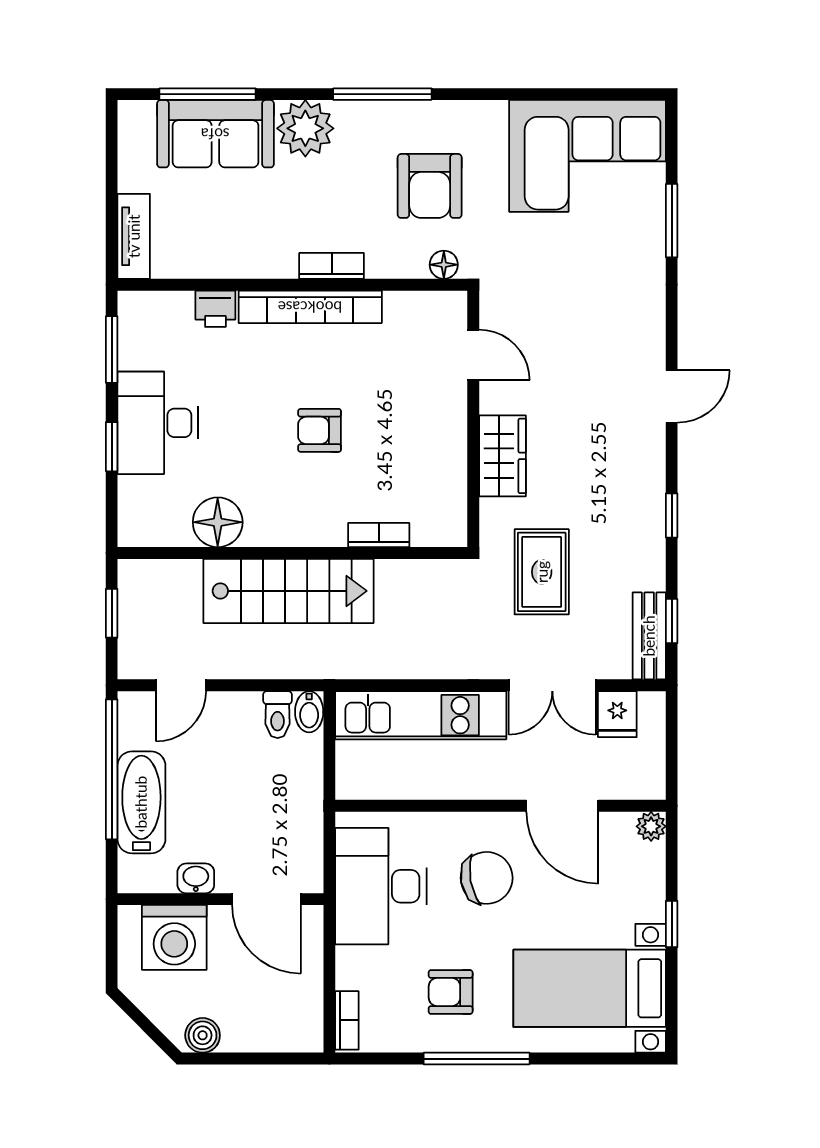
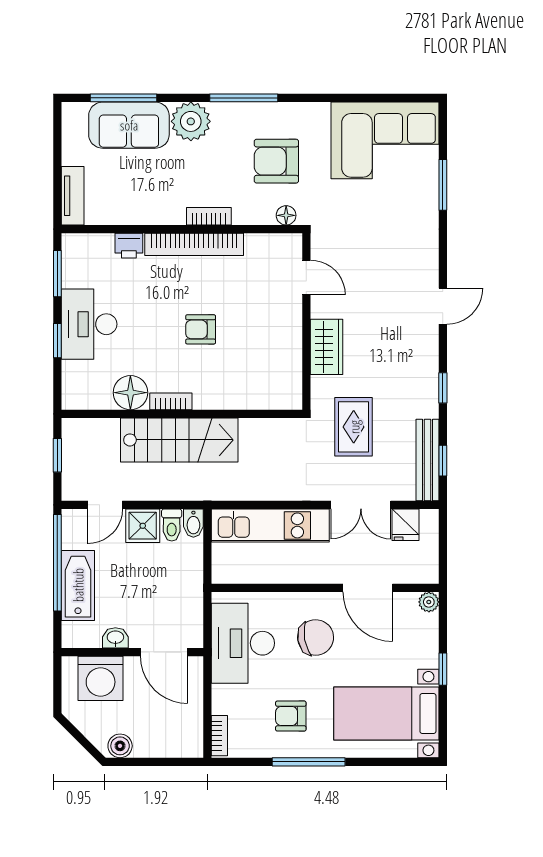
armchair: (430, 186) -> (276, 161), turned 90
bookcase: (379, 535) -> (171, 401), moved
bench: (649, 636) -> (428, 460), width x1.36
shower: (235, 716) -> (143, 526), added

